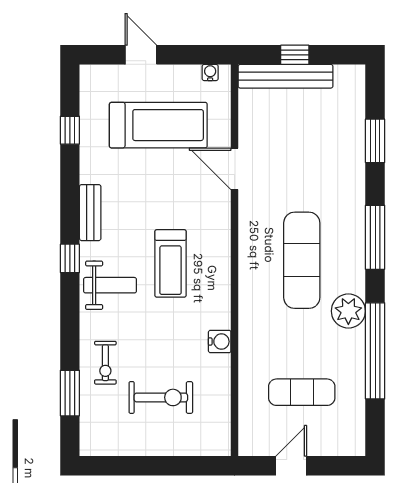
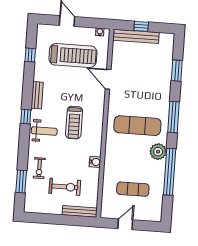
exercise mat: (302, 260) -> (137, 126), turned 90
bench: (195, 446) -> (80, 211), added

